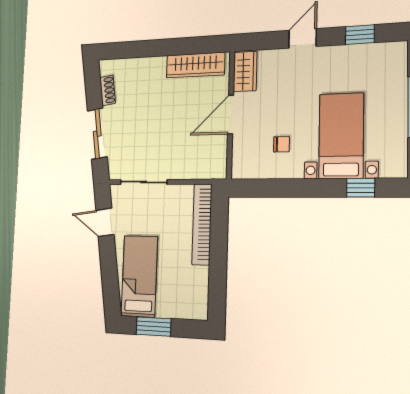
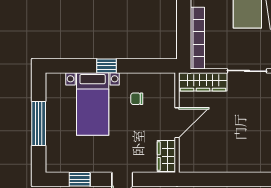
wardrobe: (195, 65) -> (203, 82), moved, turned 180
window: (361, 188) -> (107, 66), moved

